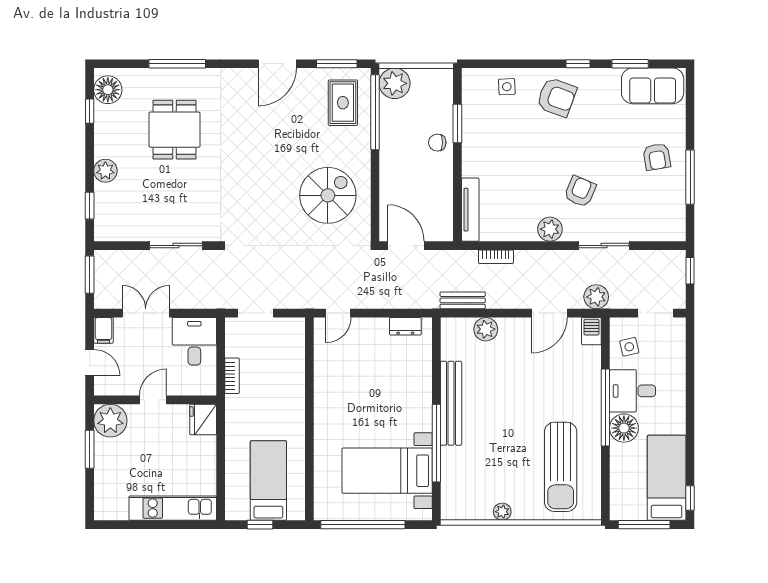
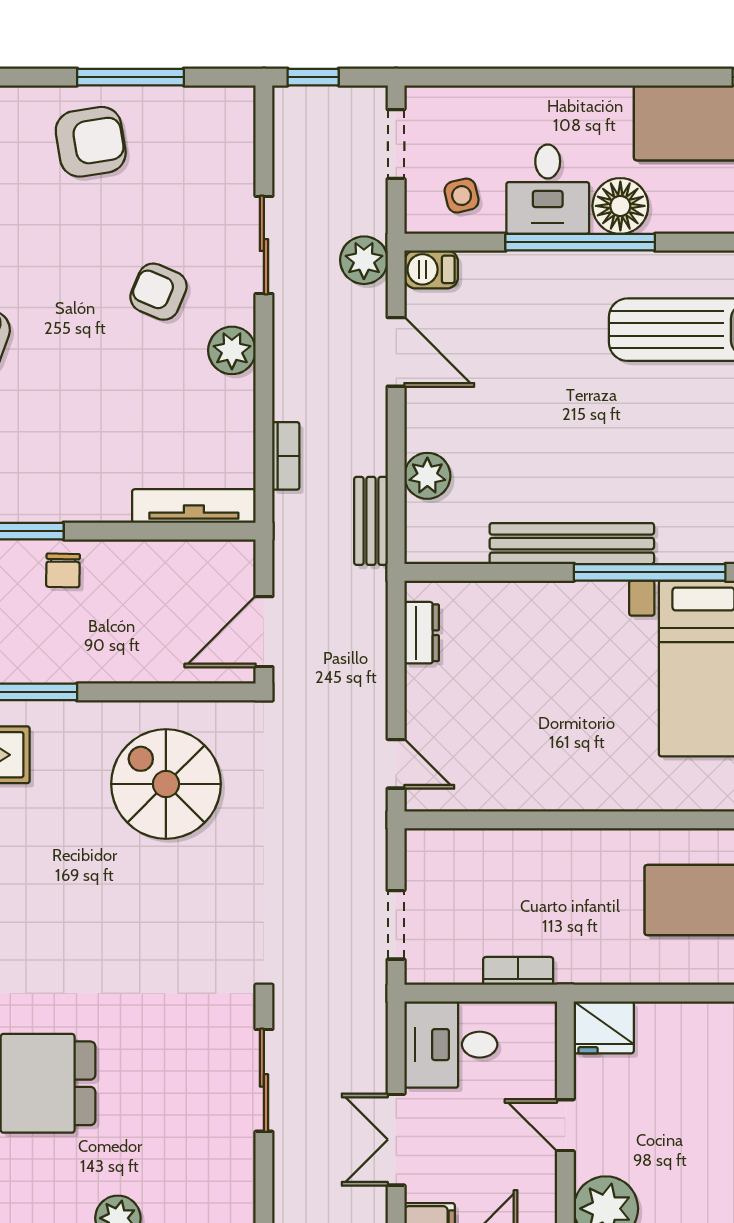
armchair: (657, 157) -> (91, 142), width x1.38, depth x1.38

